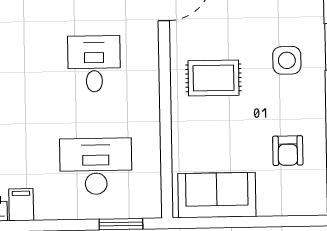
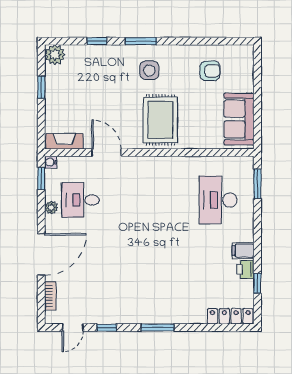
desk: (94, 64) -> (149, 200), removed
rug: (213, 78) -> (160, 120), width x1.36, depth x1.43

